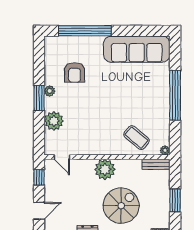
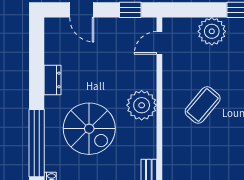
coffee table: (136, 138) -> (203, 105), moved

